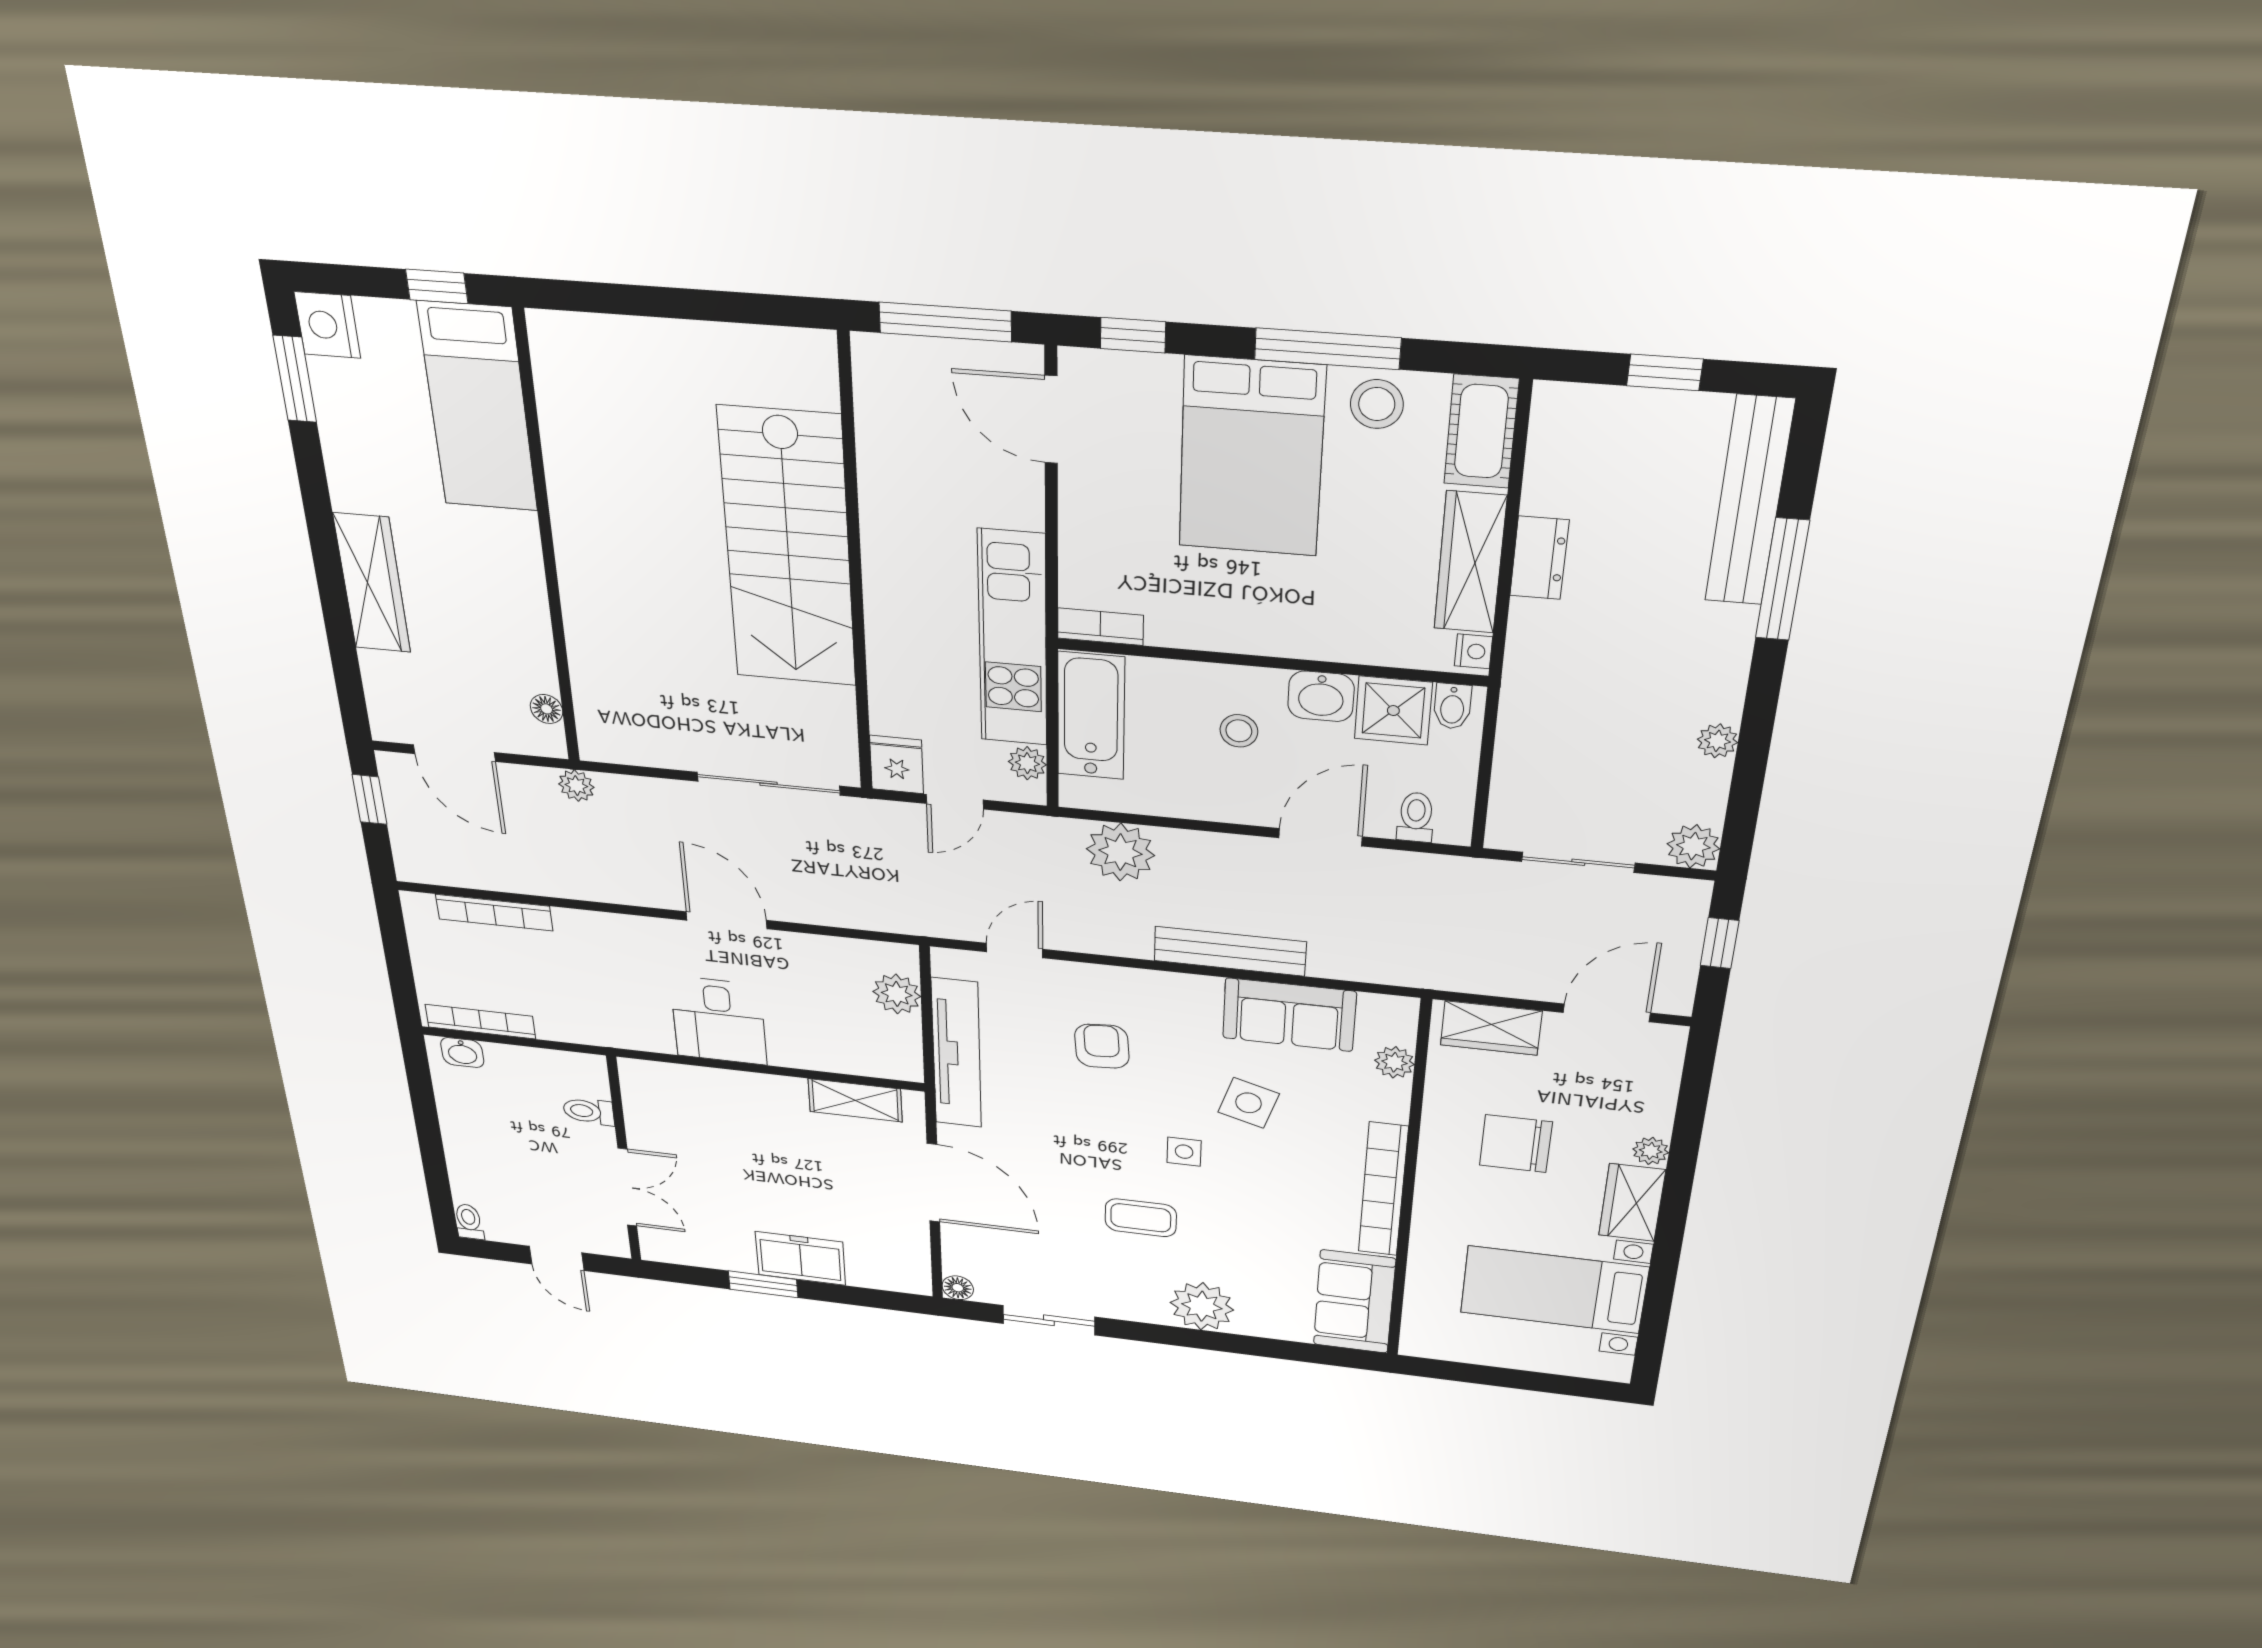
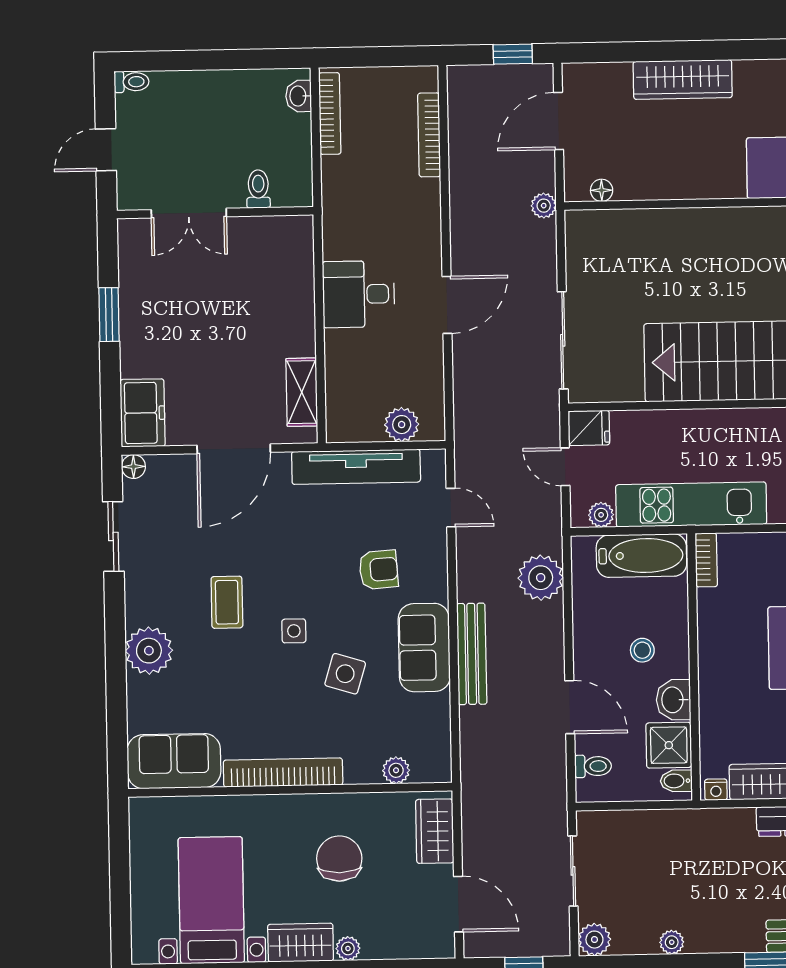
sofa: (1289, 1015) -> (424, 648), moved
freezer: (800, 1258) -> (142, 413), moved

